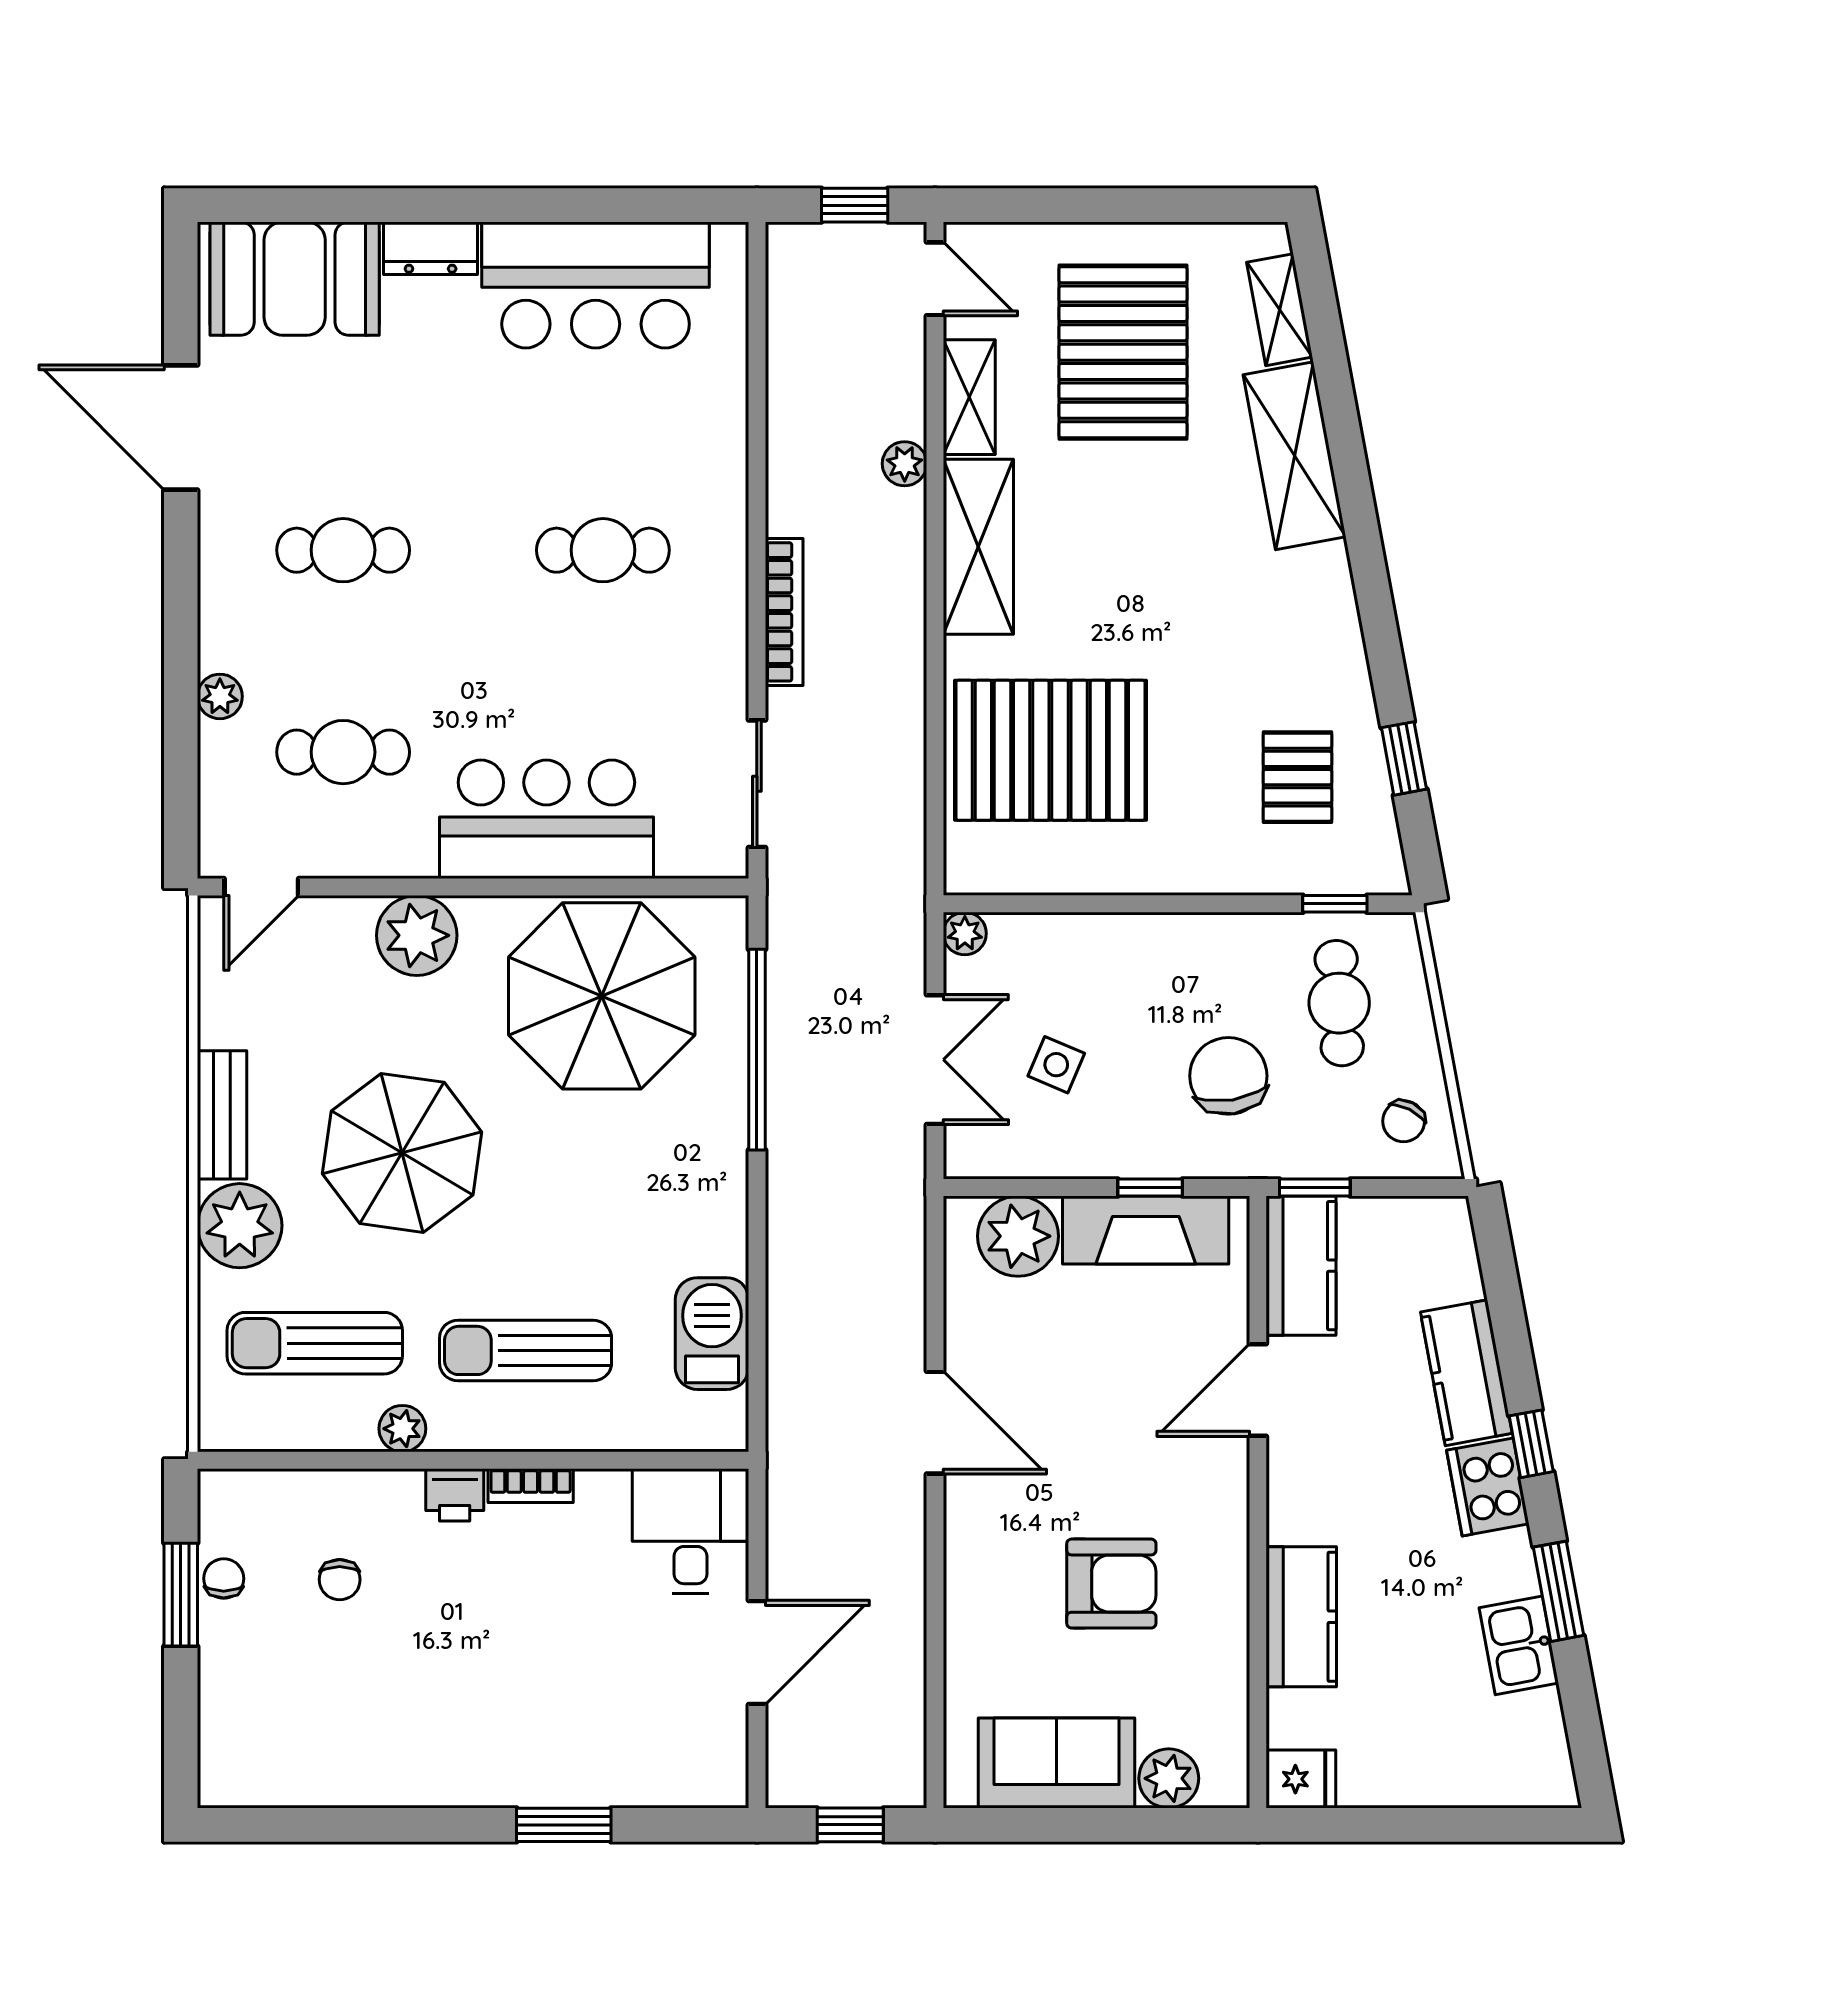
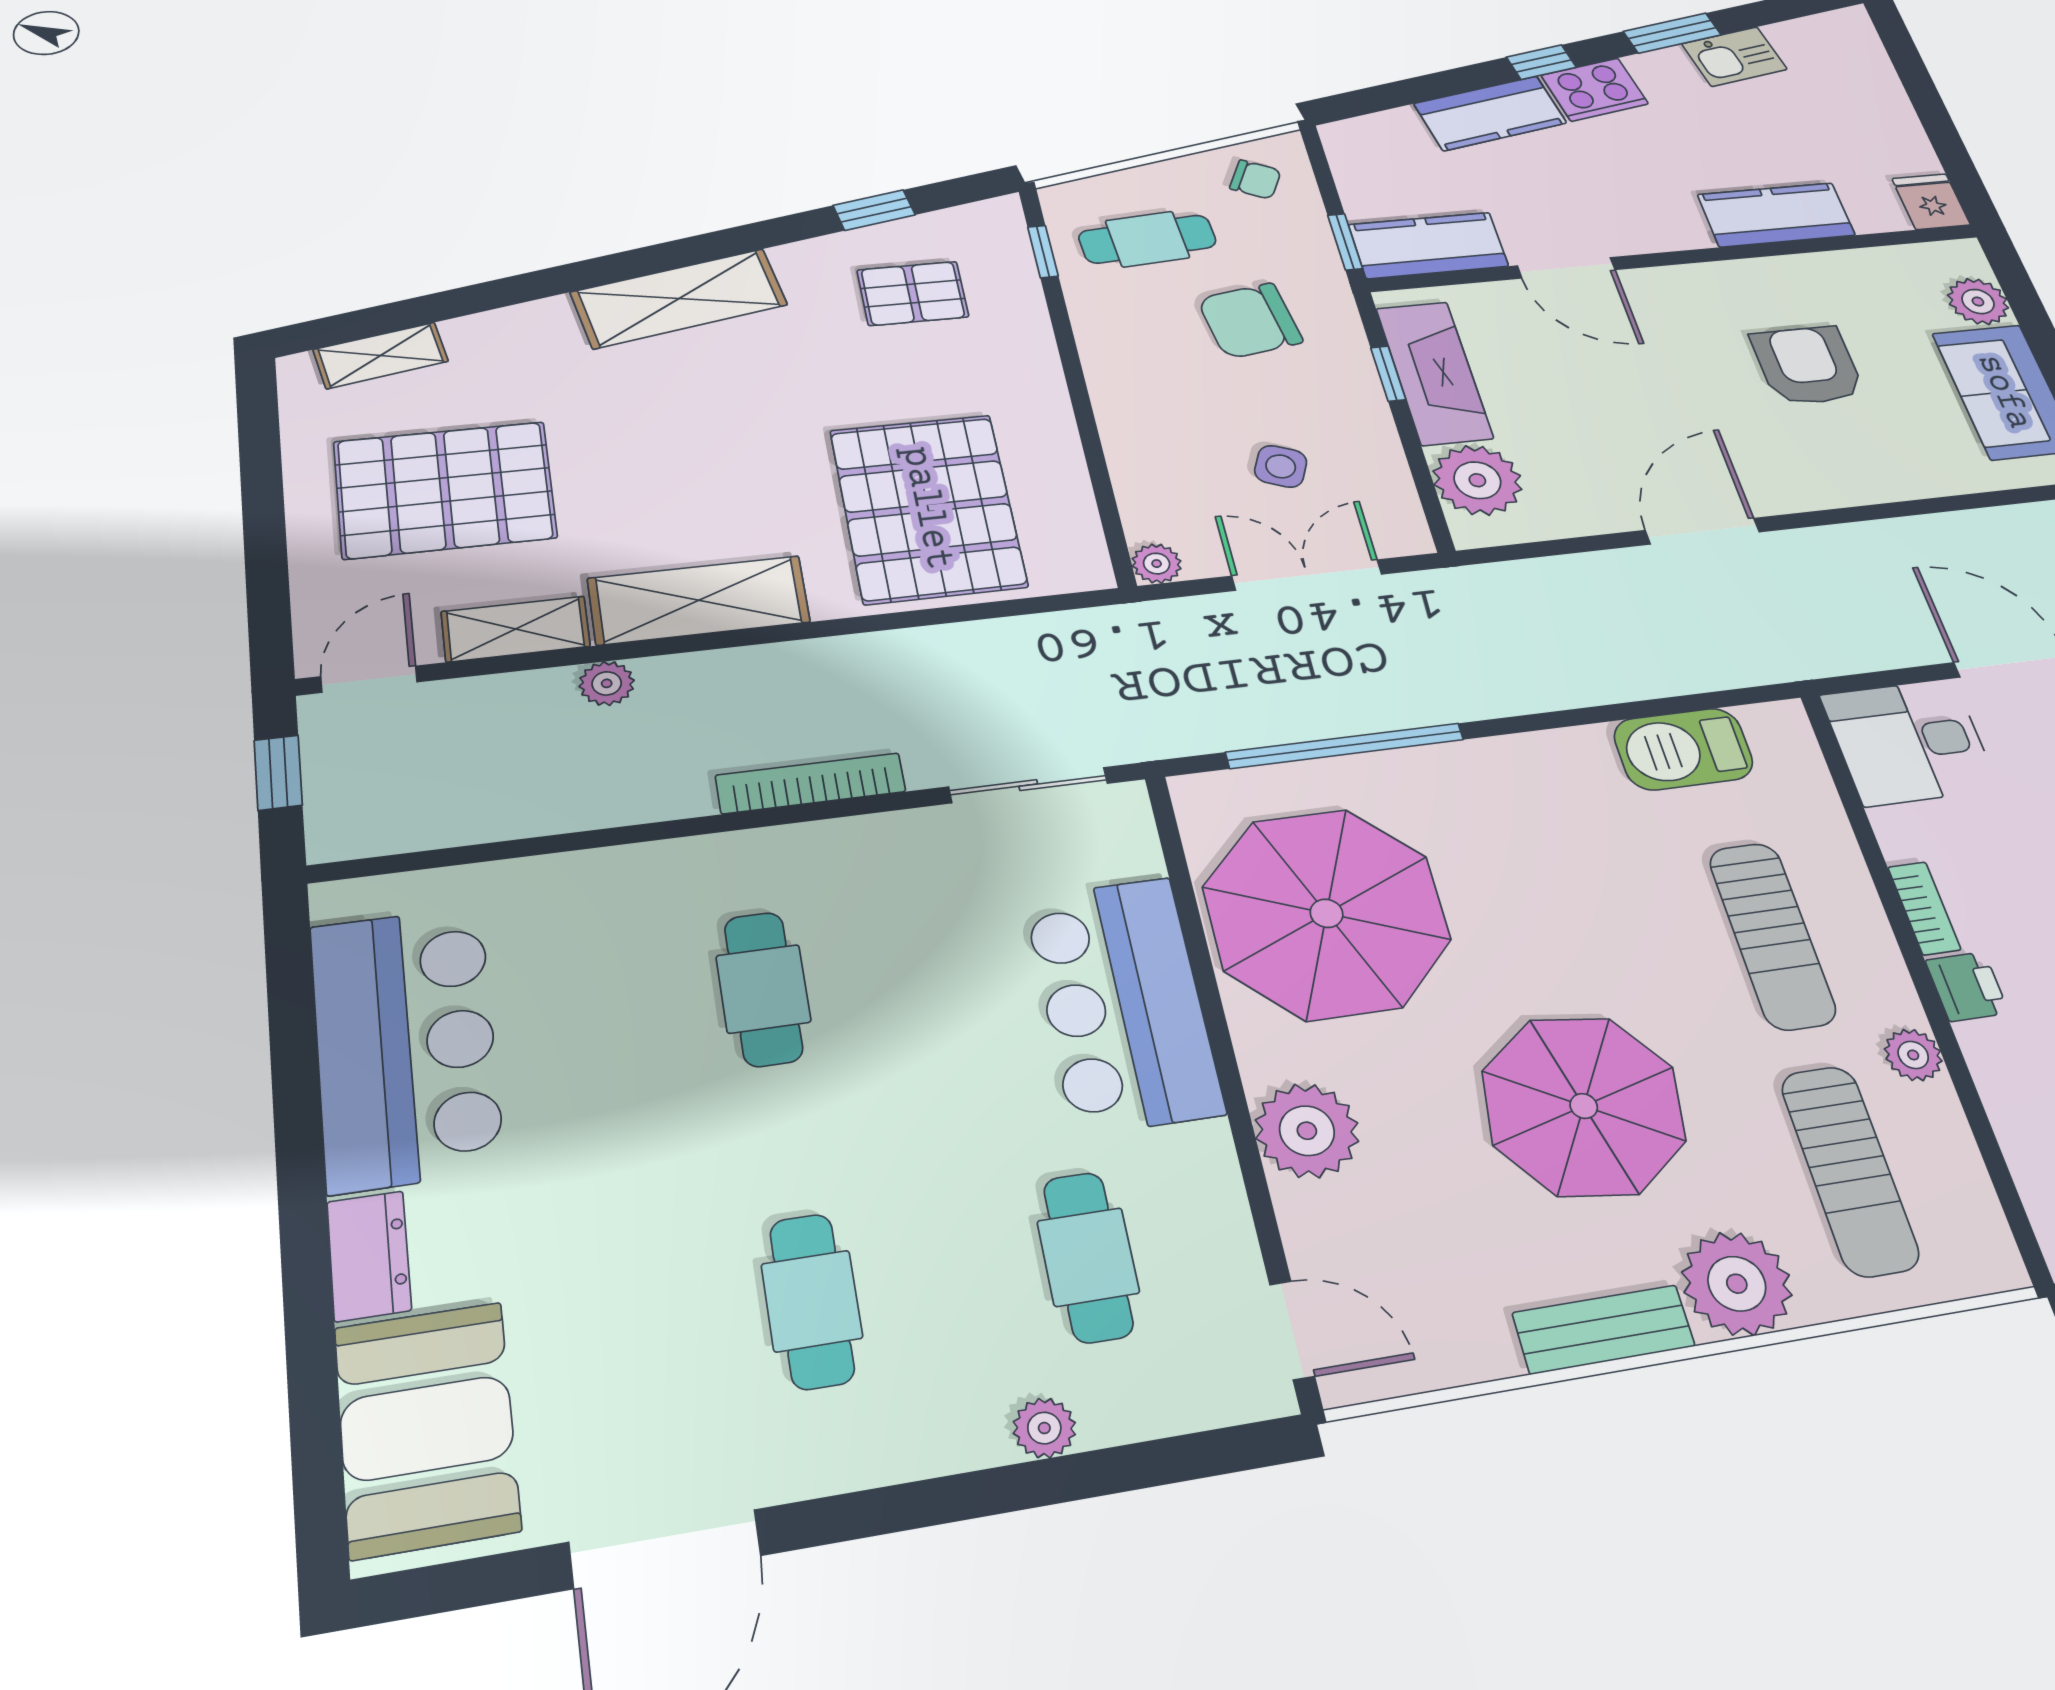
shelving: (1295, 456) -> (679, 298), moved

